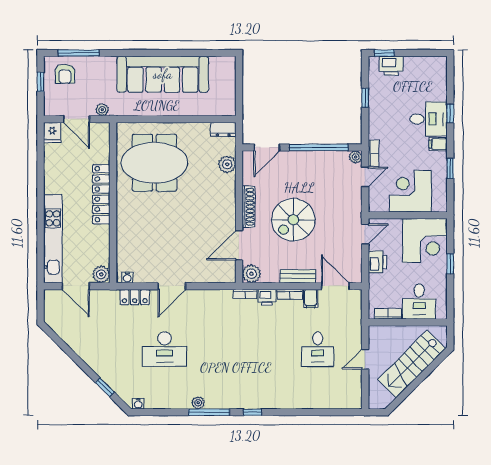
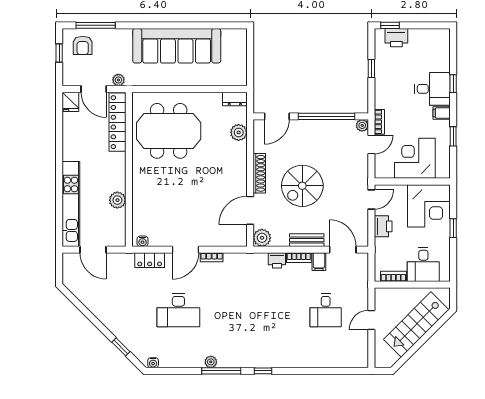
locker: (101, 194) -> (117, 122), moved
plant: (101, 274) -> (117, 200), moved
bookcase: (245, 294) -> (212, 257), moved

